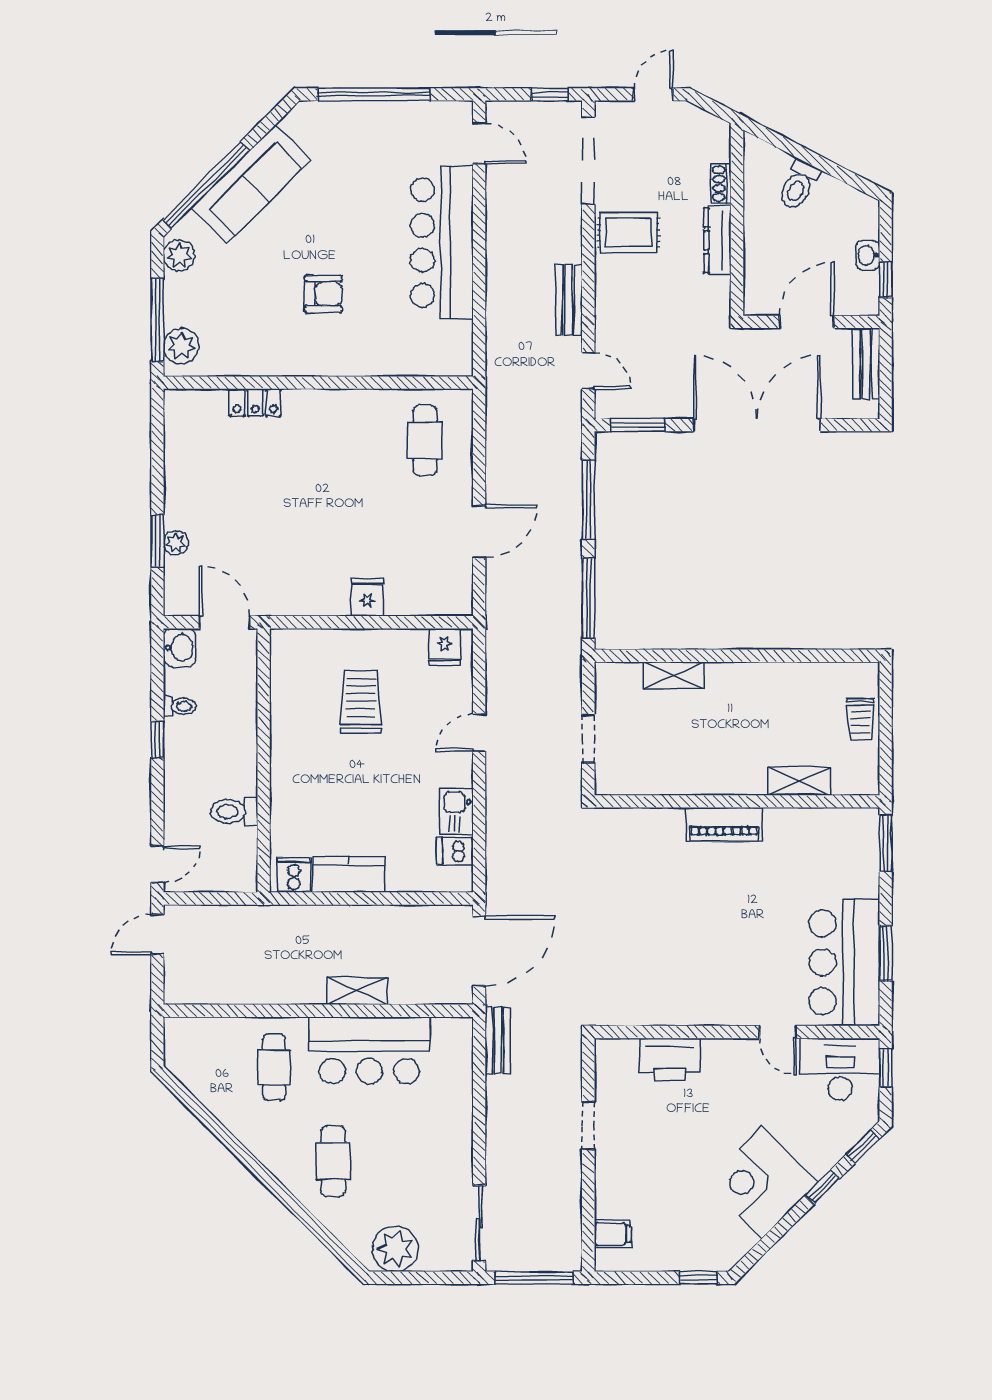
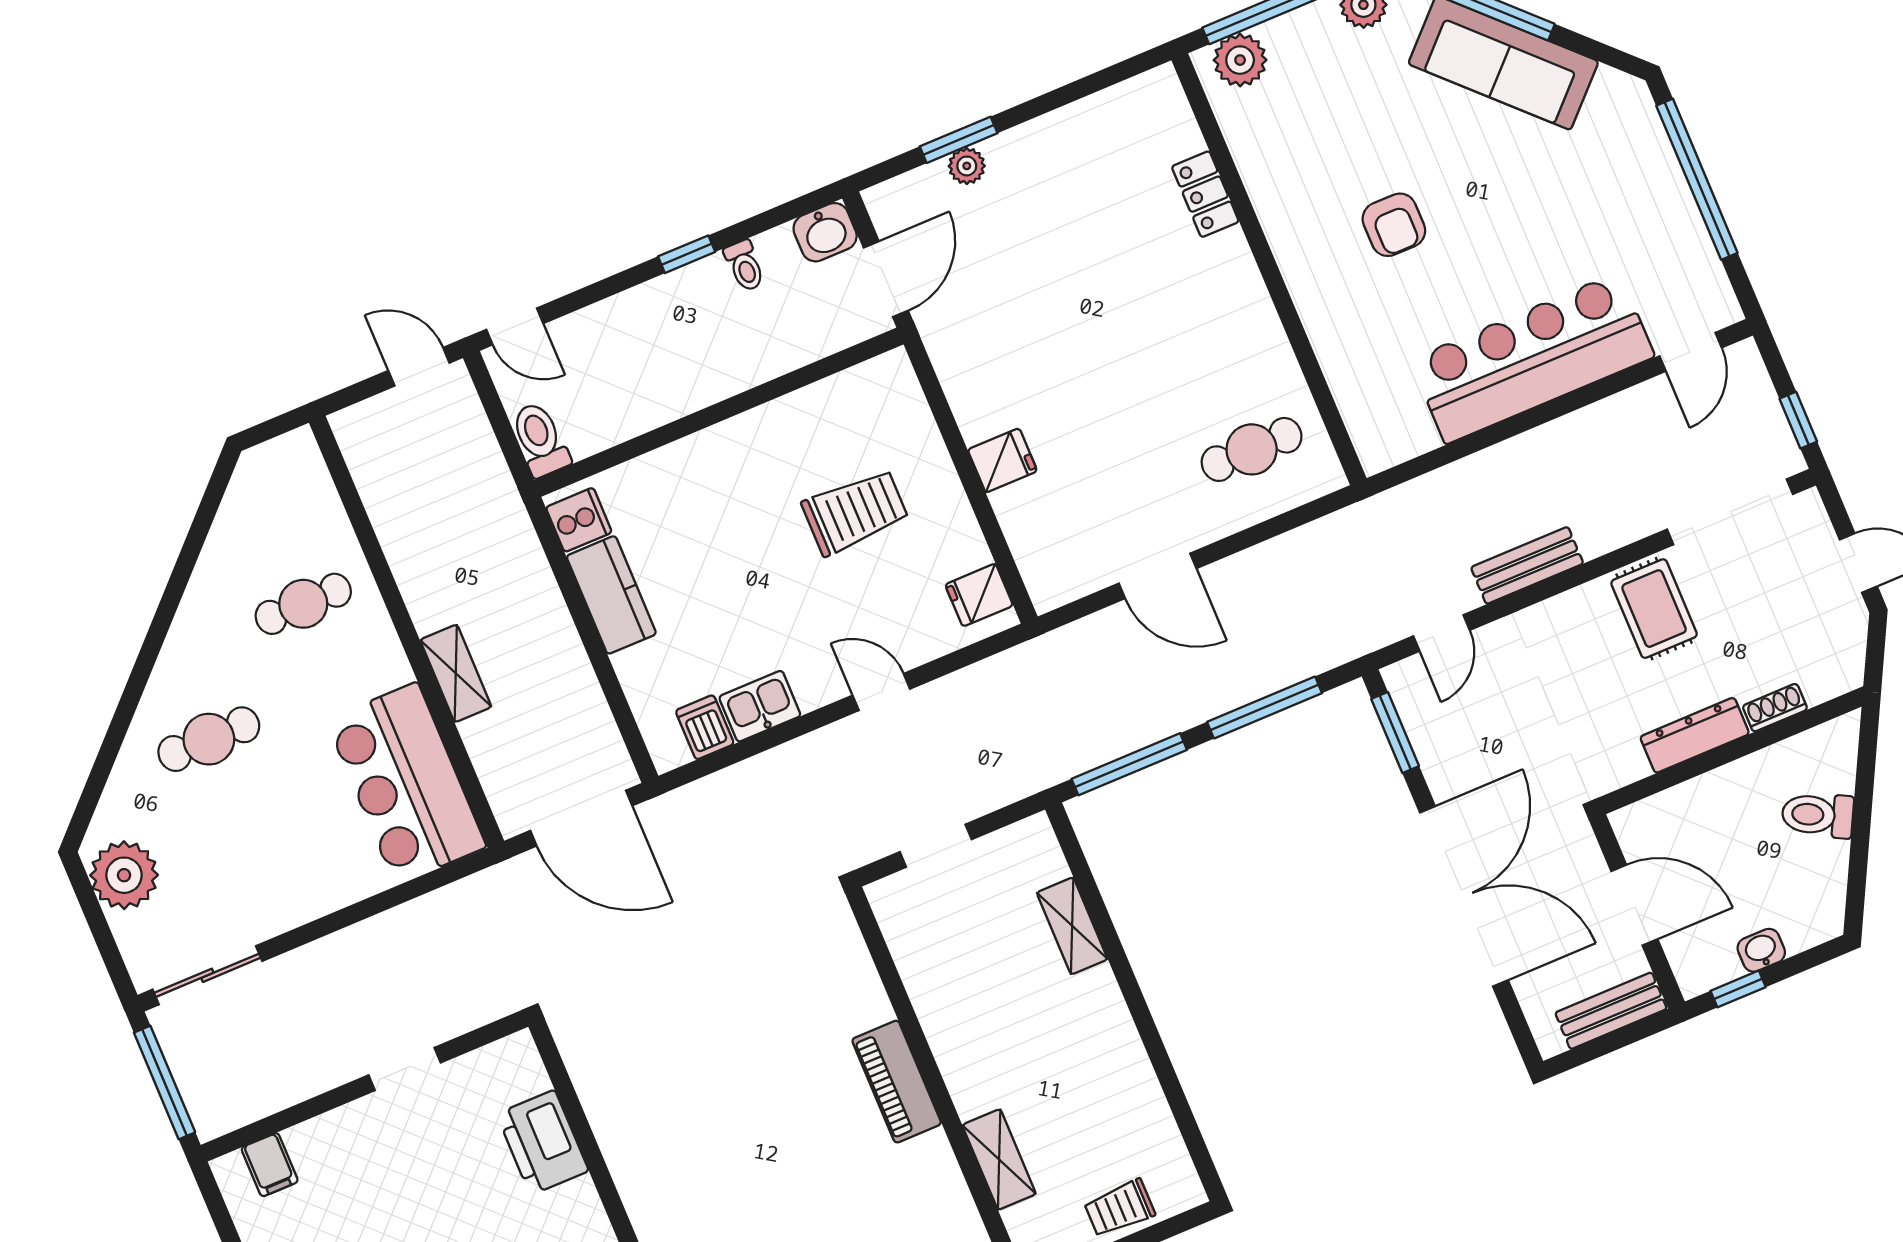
toilet: (234, 811) -> (540, 439), moved
bench: (498, 1040) -> (470, 896), removed
bar counter: (369, 1050) -> (406, 783), moved

